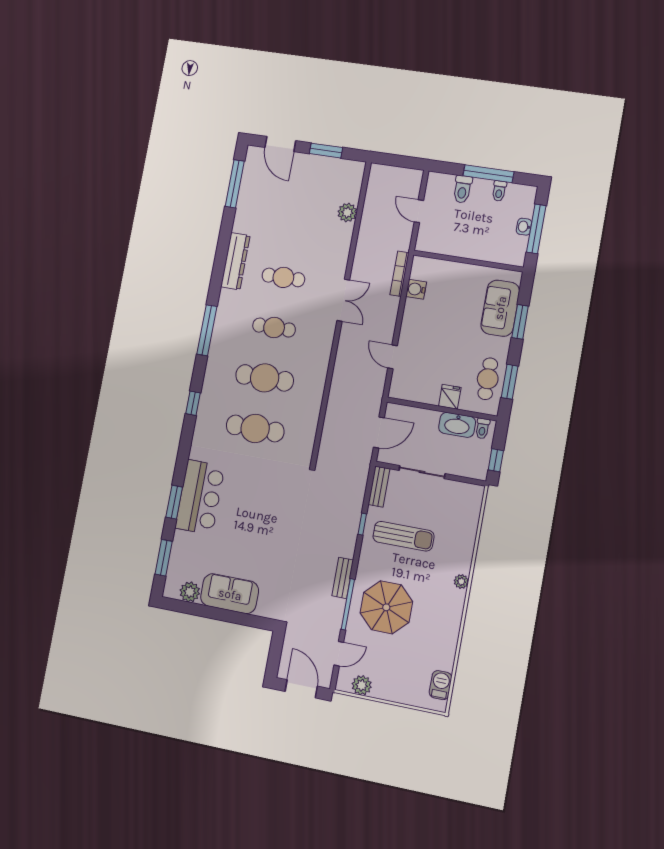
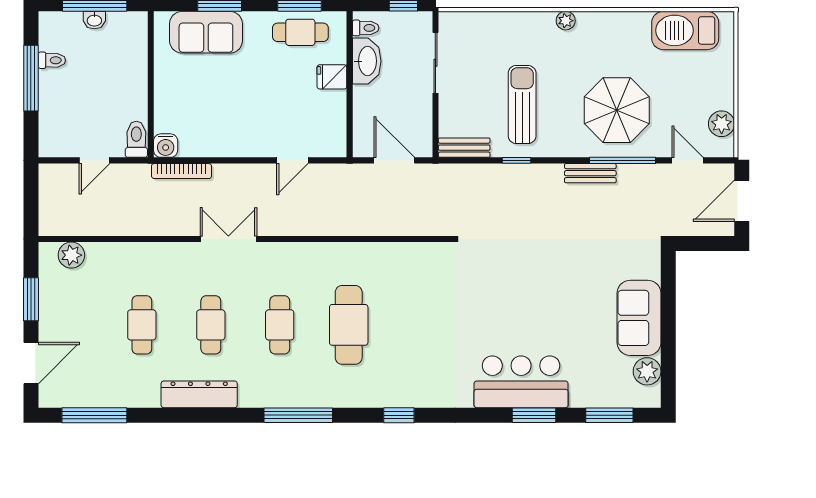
toilet: (462, 189) -> (136, 139), moved, turned -90
plant: (347, 213) -> (71, 255), moved
water cooler: (416, 289) -> (166, 146), moved
cafe table: (255, 428) -> (142, 325), moved, width x0.73, depth x0.74
sliding door: (422, 472) -> (435, 63), moved
barbecue: (441, 685) -> (685, 30), width x1.88, depth x1.53

